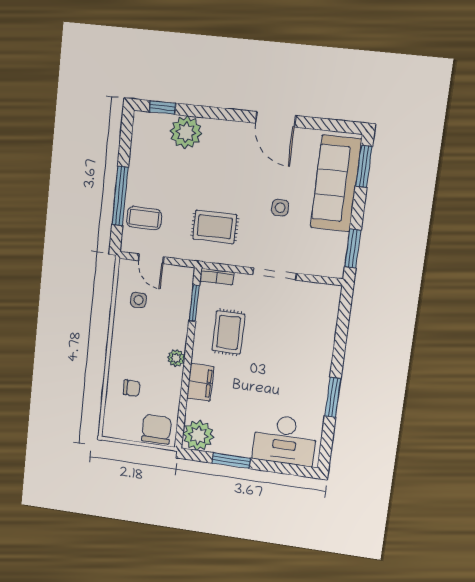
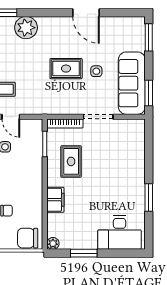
sofa: (336, 183) -> (132, 83), moved
rug: (215, 227) -> (66, 69), moved
bookcase: (217, 277) -> (65, 124), width x1.56
plant: (176, 358) -> (36, 185), removed
chair: (156, 429) -> (28, 238), turned -90
plant: (198, 435) -> (53, 243), width x0.53, depth x0.53

